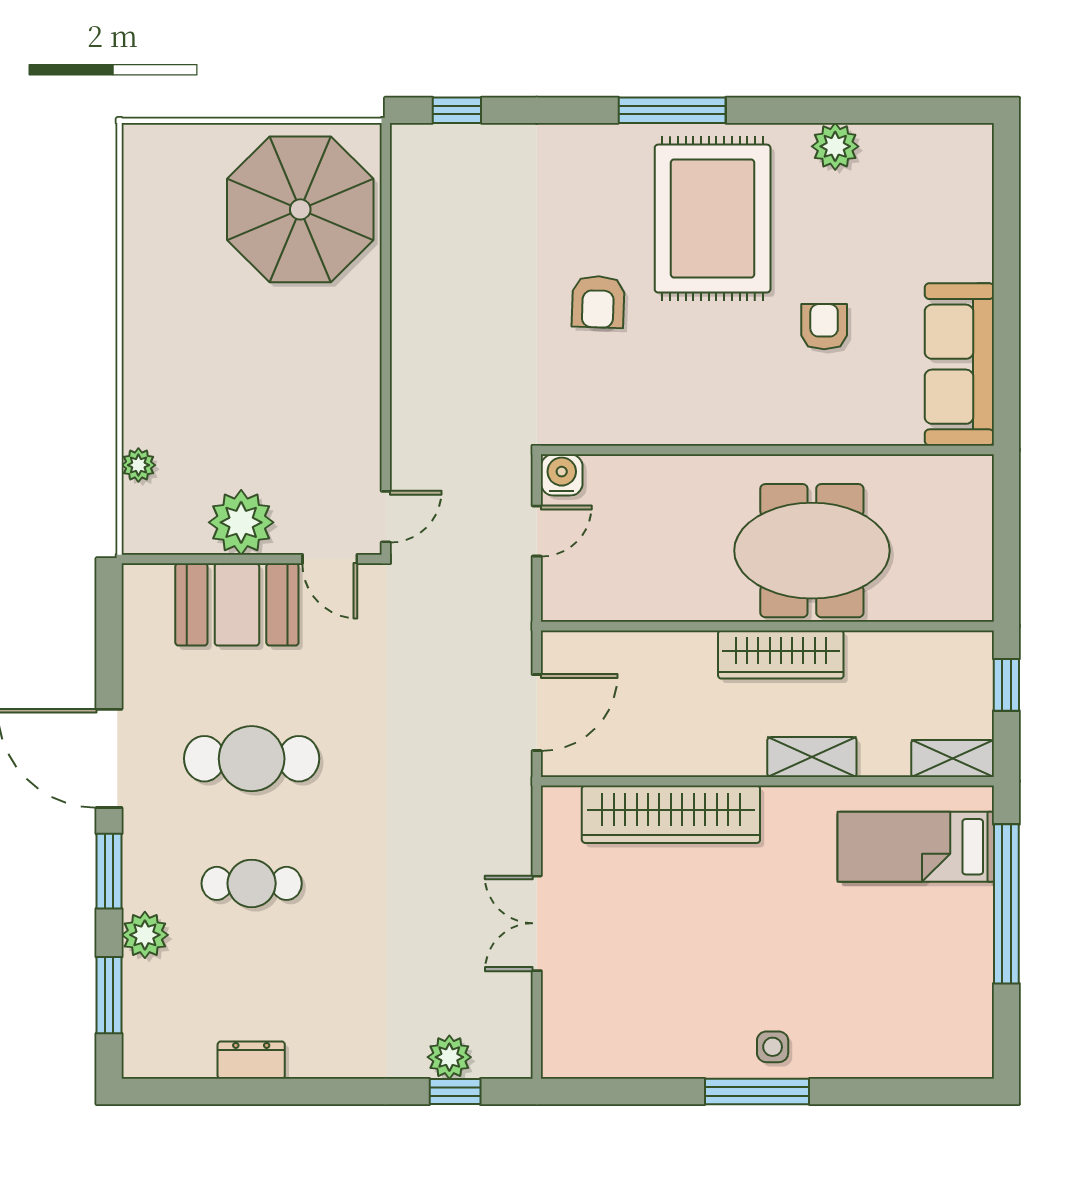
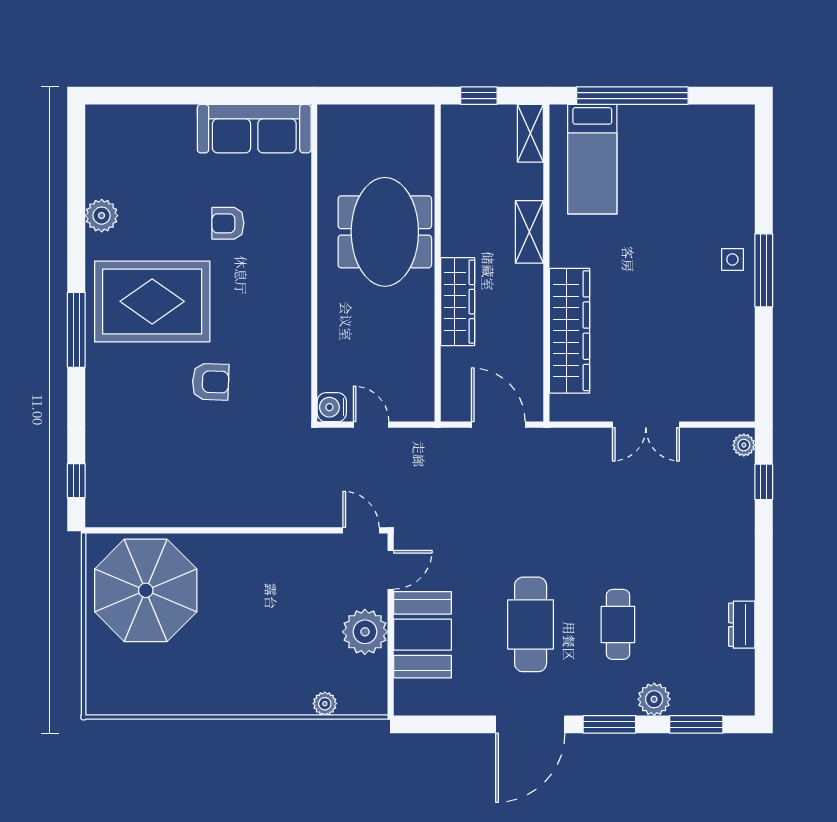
wardrobe: (781, 654) -> (458, 302), moved
plant: (449, 1057) -> (744, 445), moved, width x0.73, depth x0.73

